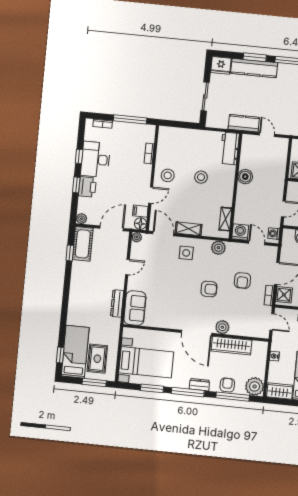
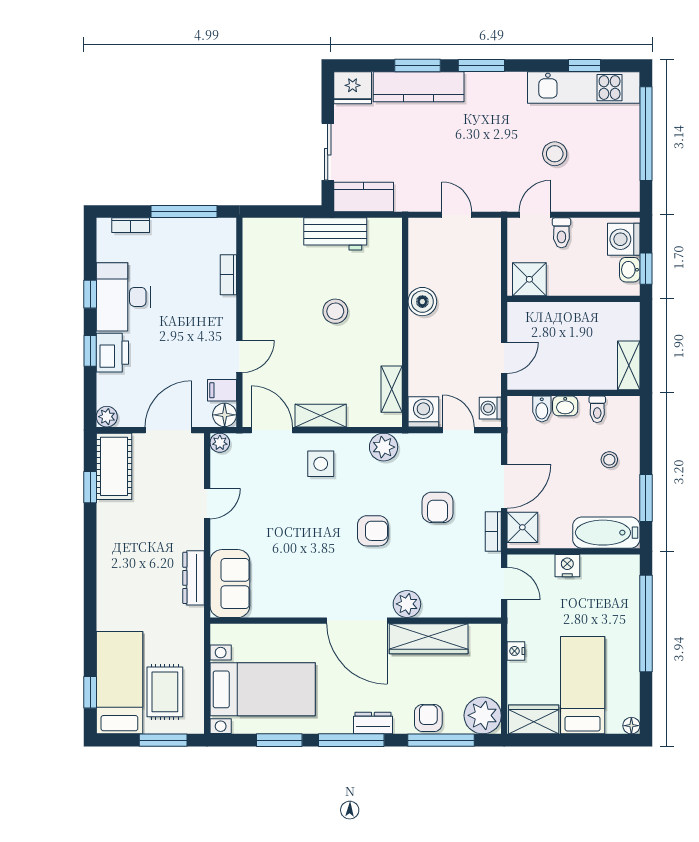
kitchen counter: (244, 123) -> (364, 197), moved
workbench: (230, 148) -> (335, 234), moved, turned -90
stool: (168, 175) -> (269, 314), removed

